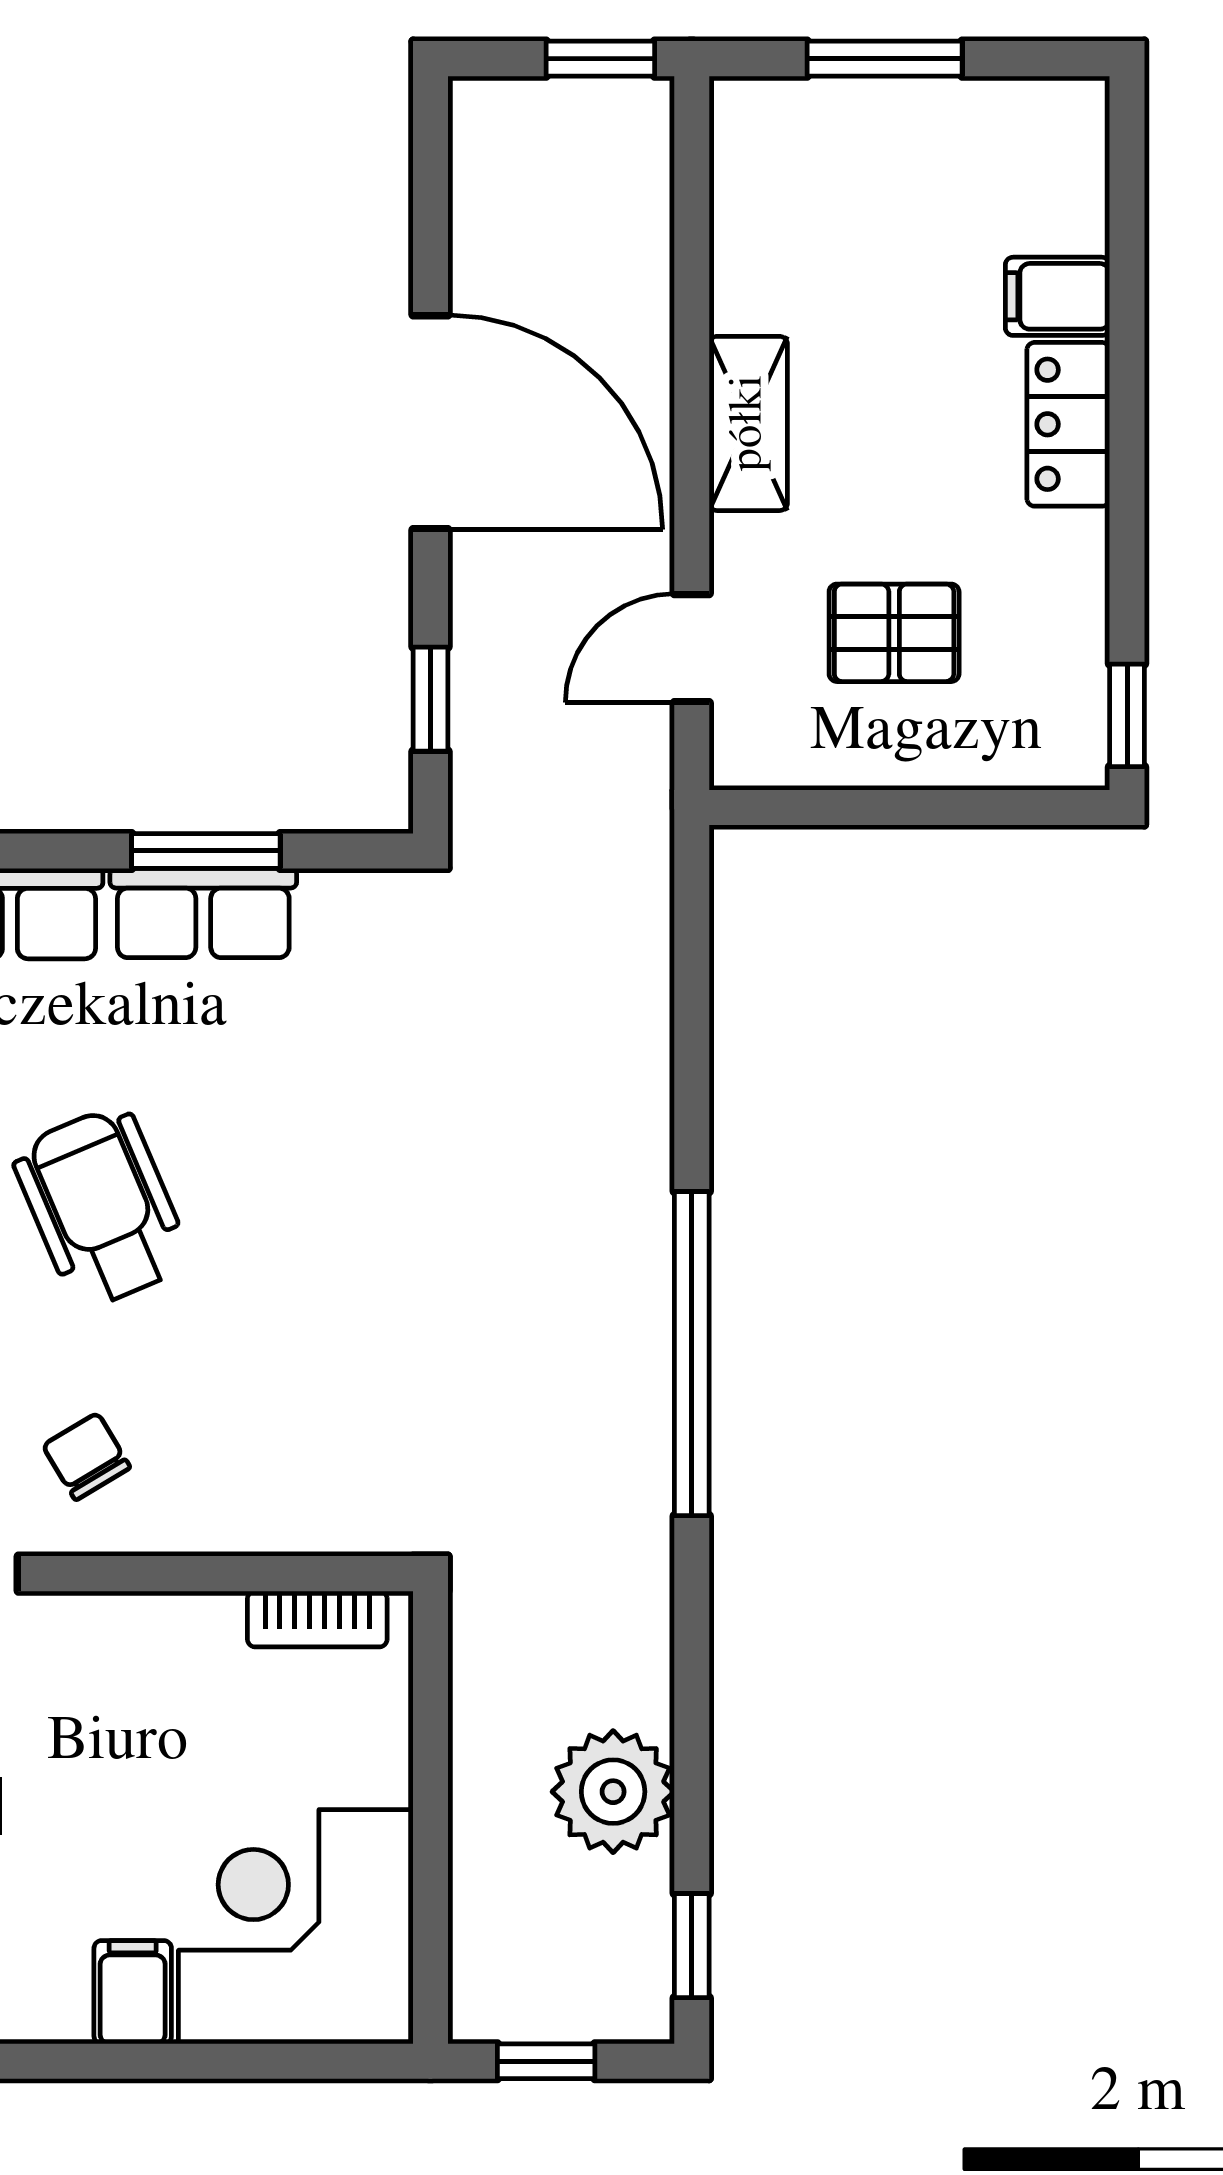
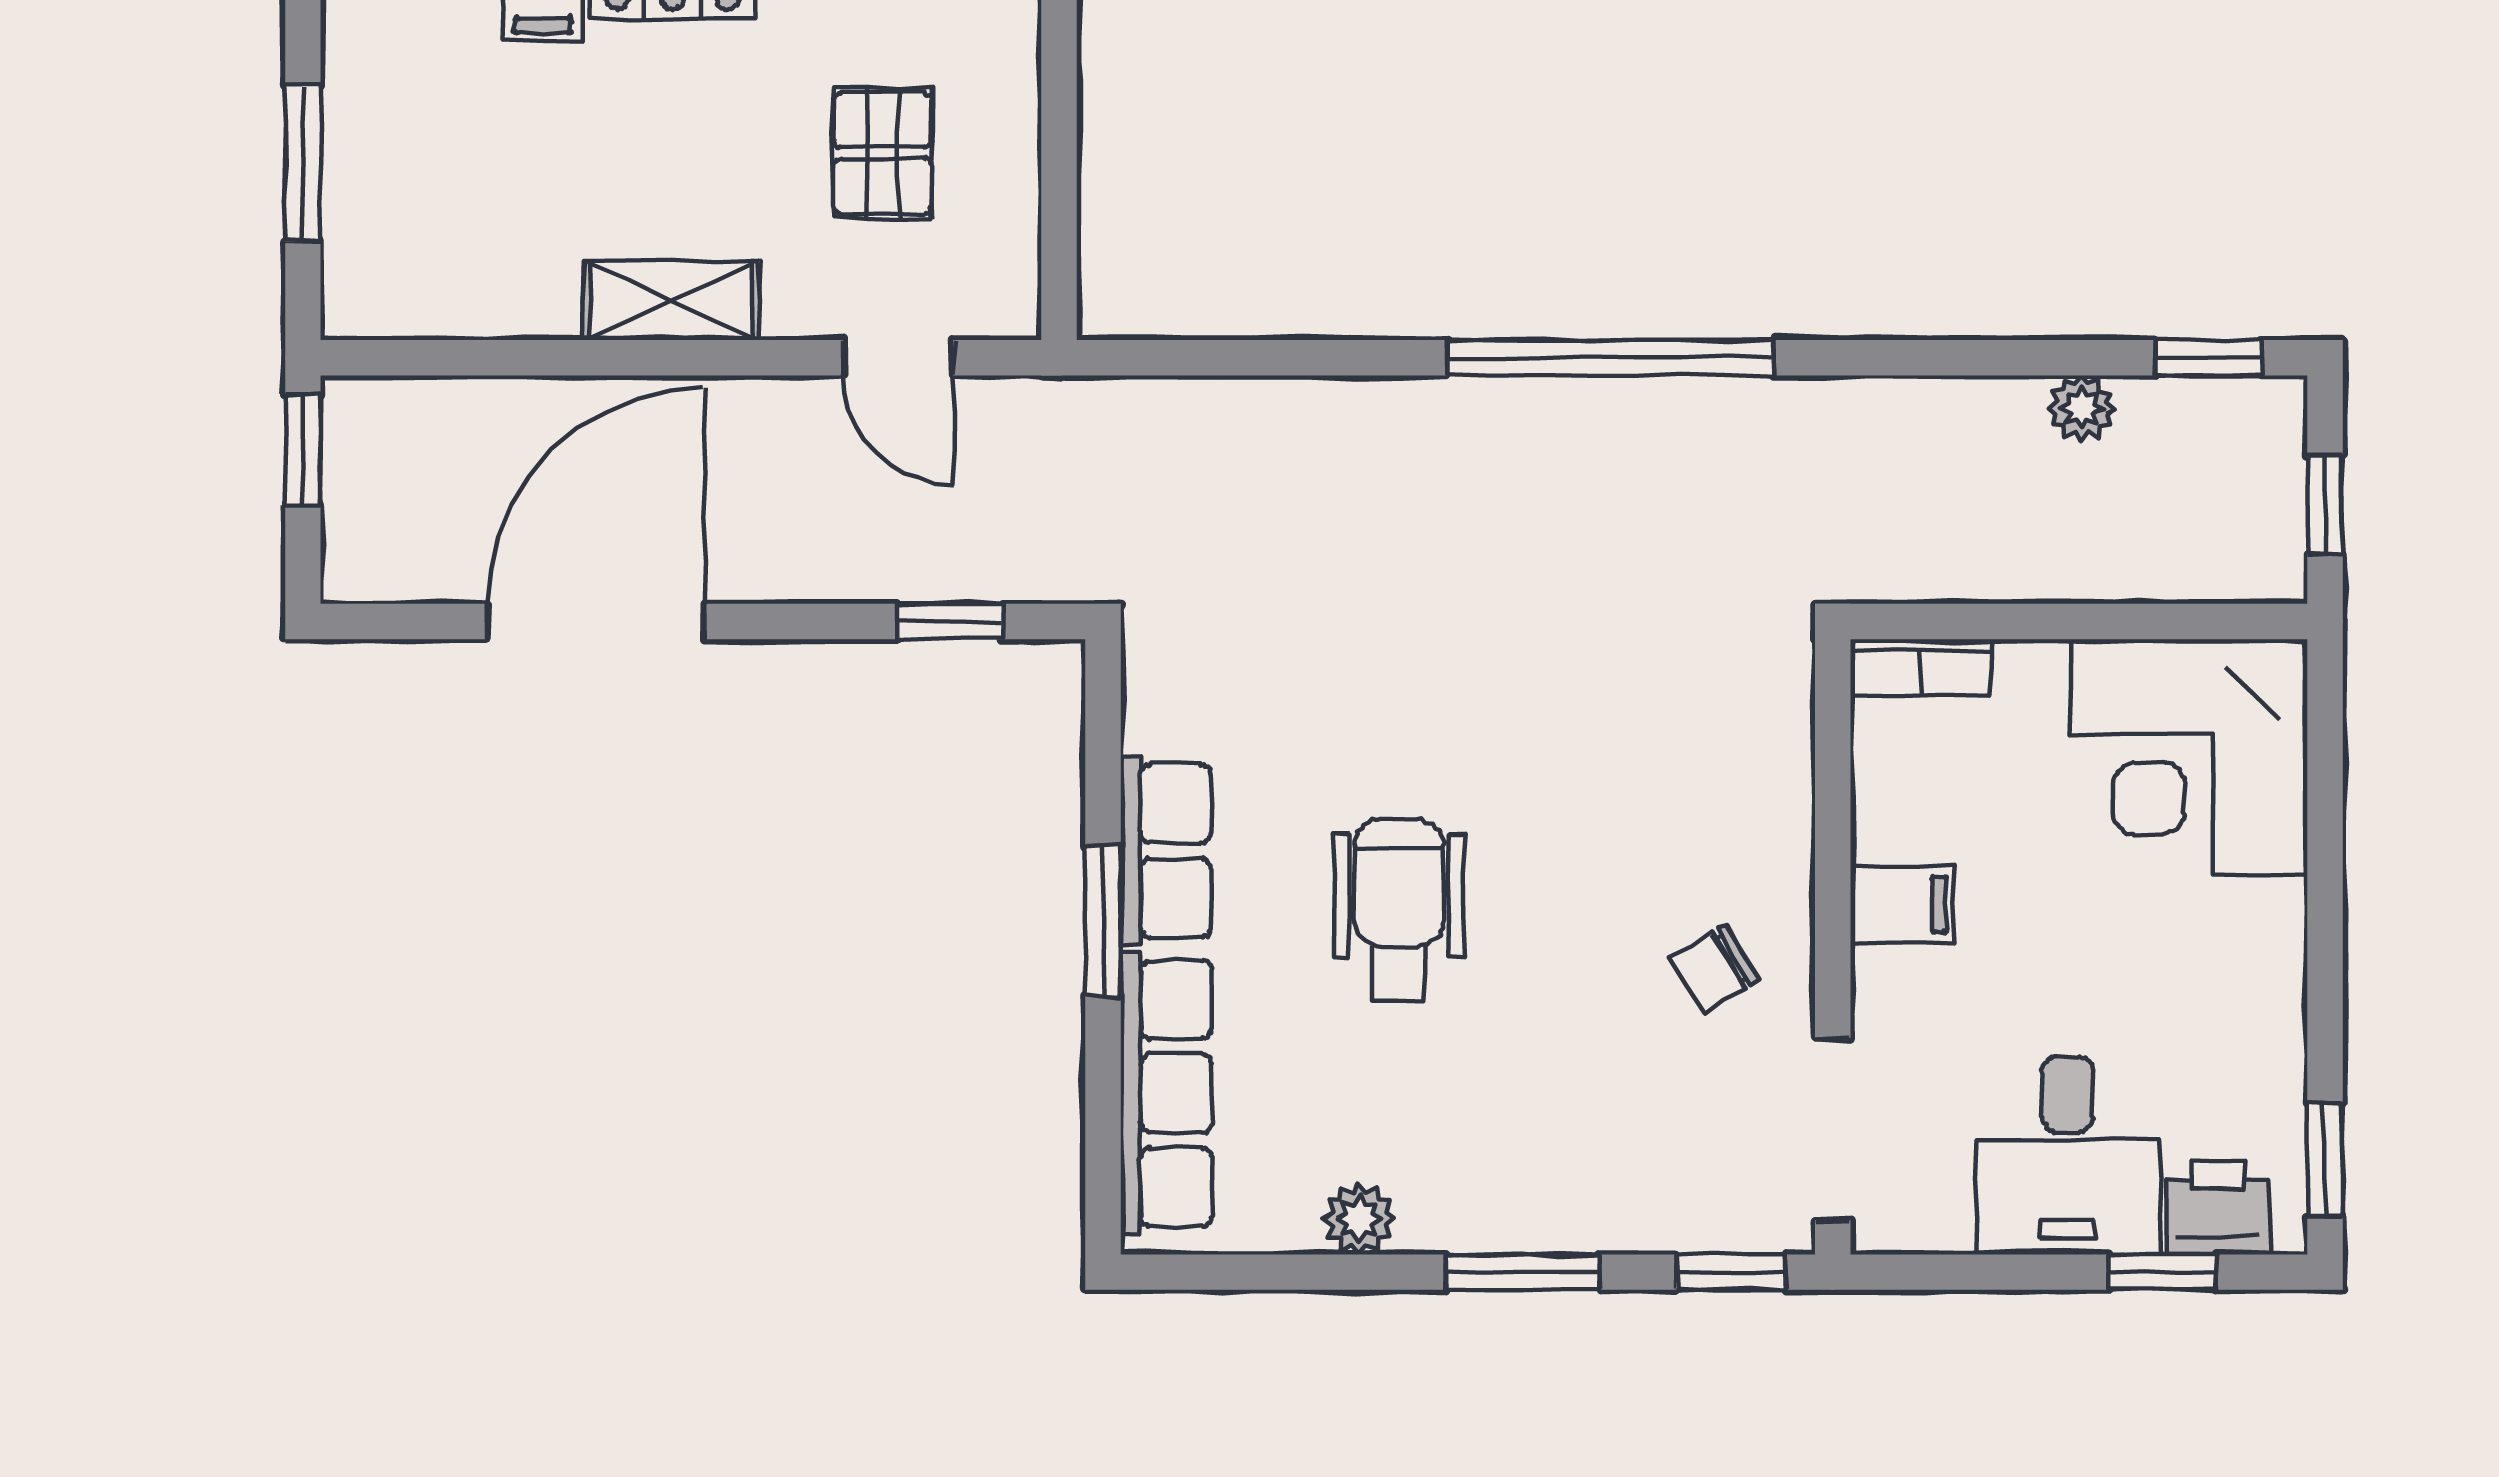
door: (430, 422) -> (596, 622), moved
window: (206, 851) -> (1103, 921), moved
wheelchair: (101, 1207) -> (1399, 910), moved, turned 113
bookcase: (317, 1619) -> (1921, 667), moved, turned 90
plant: (613, 1792) -> (2082, 408), width x0.53, depth x0.53
filing cabinet: (133, 1992) -> (1902, 904), moved, turned 180

